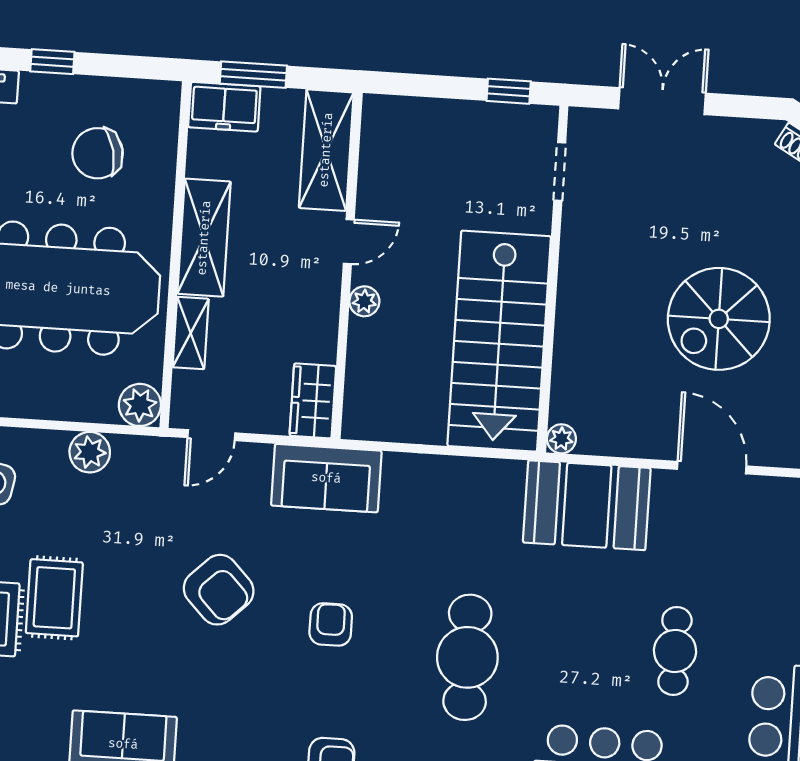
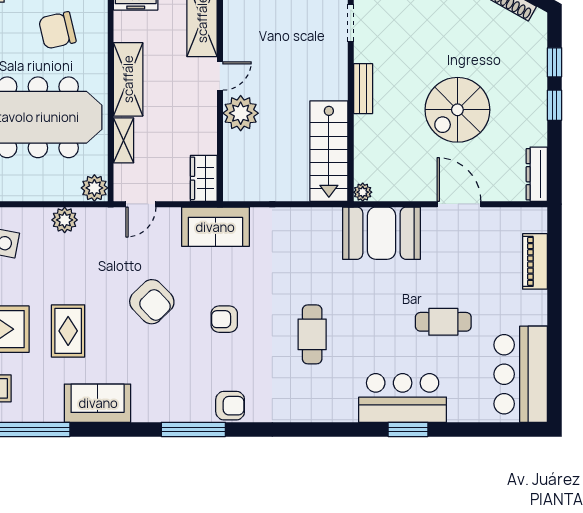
bench: (572, 276) -> (363, 89), added
plant: (364, 301) -> (241, 113), width x1.88, depth x1.88
stairs: (499, 341) -> (329, 151), width x0.73, depth x0.66
rug: (54, 598) -> (68, 331), moved
armchair: (331, 624) -> (224, 319), turned -90
cafe table: (675, 651) -> (443, 322), turned 90
cafe table: (467, 657) -> (312, 334), width x0.73, depth x0.74

